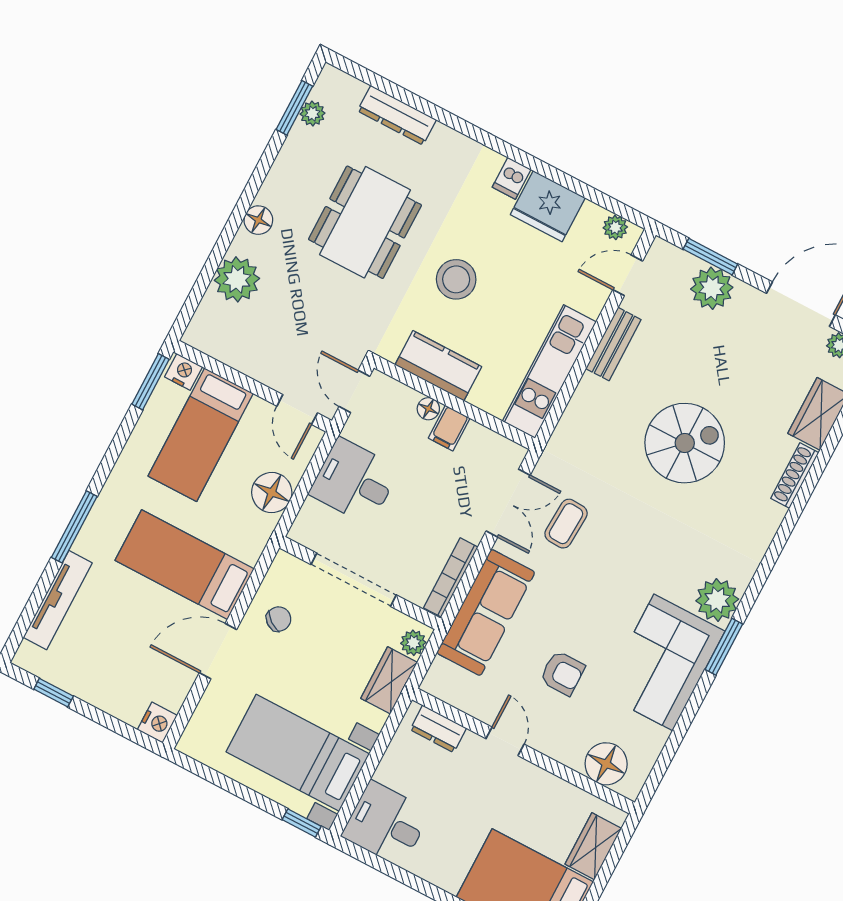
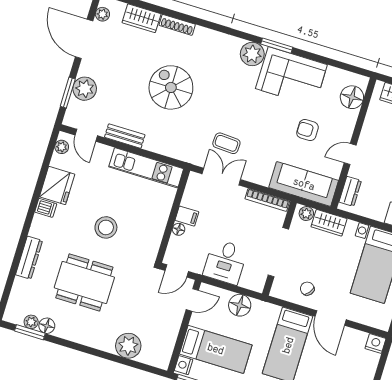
dresser: (397, 115) -> (29, 258), moved
floor lamp: (258, 220) -> (47, 326), moved
kitchen counter: (438, 366) -> (154, 228), removed
sofa: (486, 613) -> (304, 184), moved
armchair: (562, 673) -> (307, 130), turned -90

